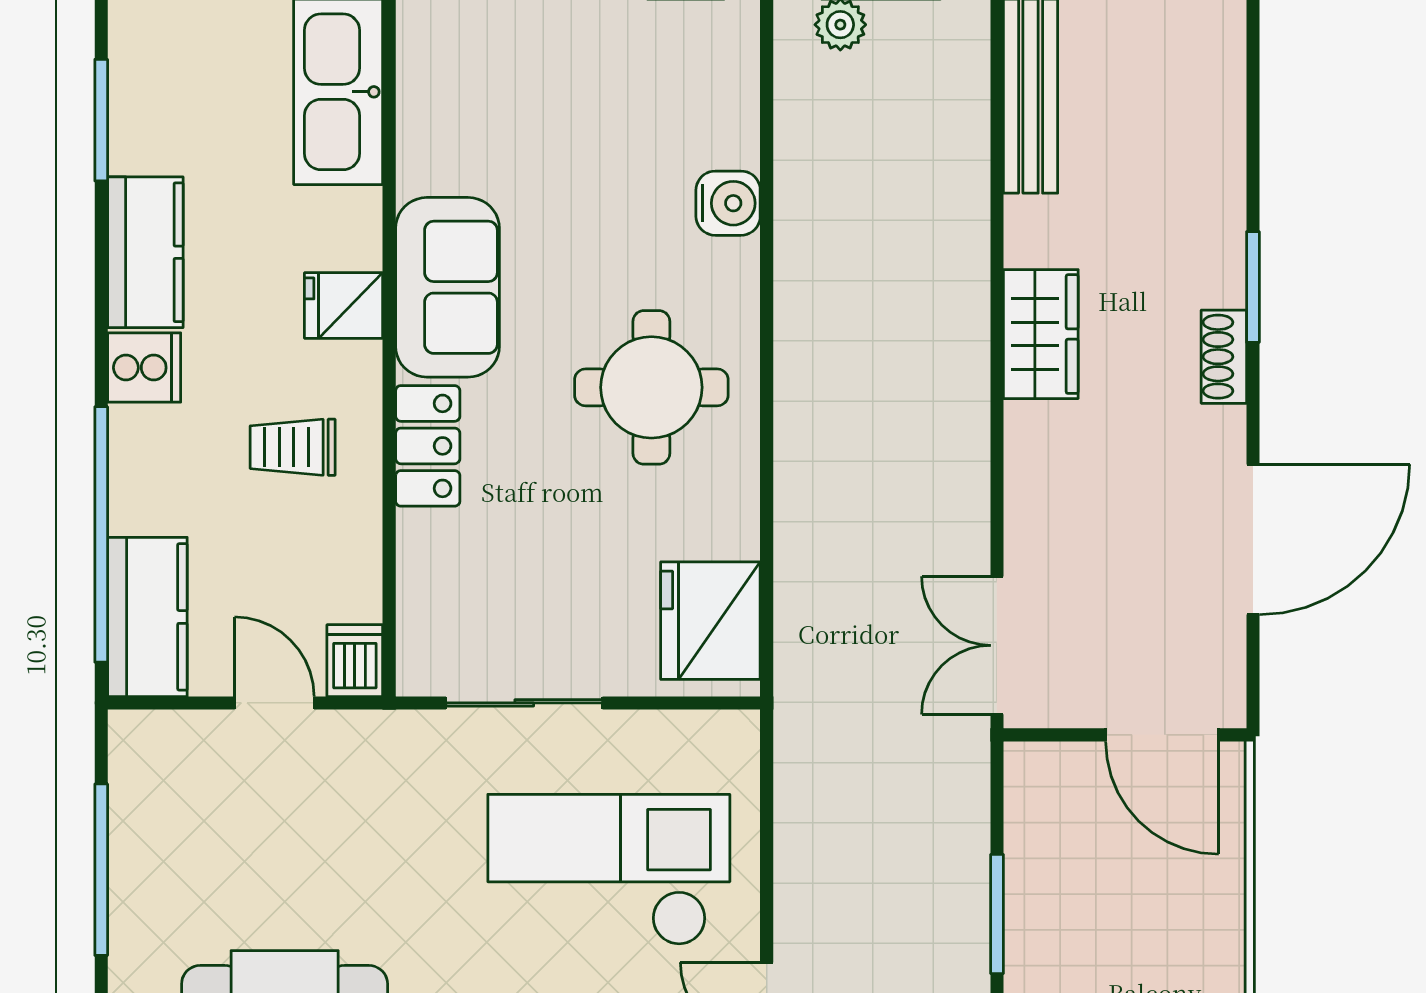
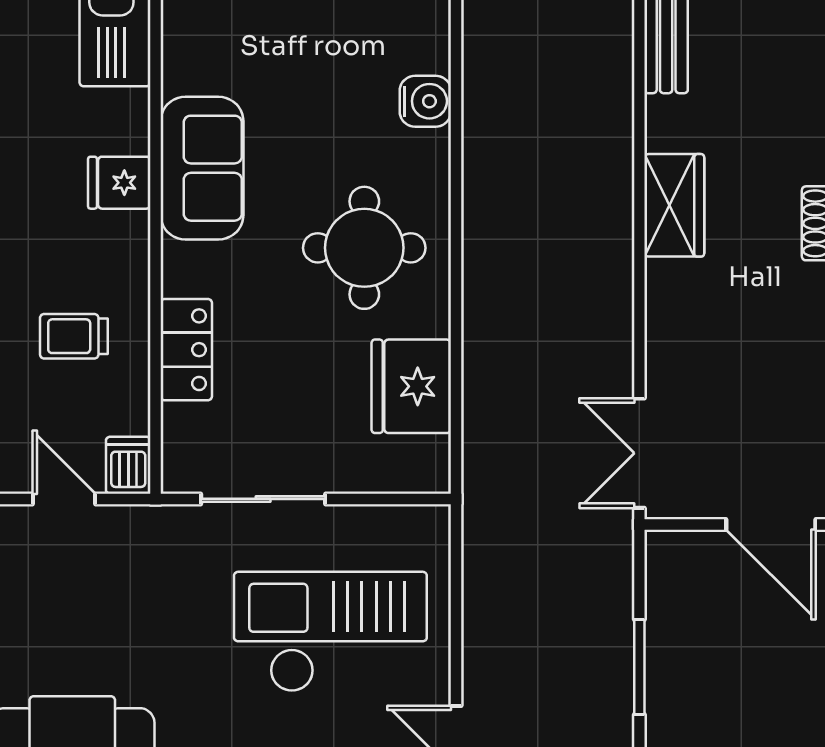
locker: (428, 446) -> (186, 350), moved
trolley: (293, 447) -> (74, 336), moved
fridge: (710, 621) -> (411, 386), moved

